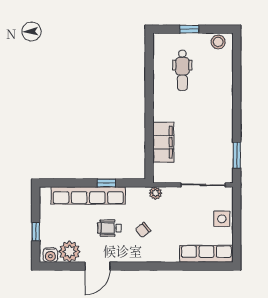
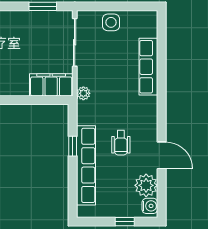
filing cabinet: (163, 142) -> (51, 85), moved
chair: (143, 230) -> (123, 107), removed
row of seats: (206, 254) -> (148, 67), moved

